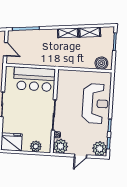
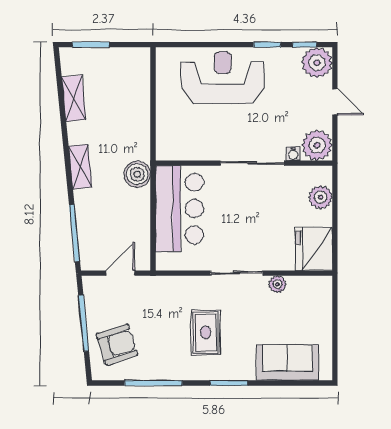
shelving: (68, 33) -> (80, 167), moved
boiler: (101, 63) -> (137, 174), moved

